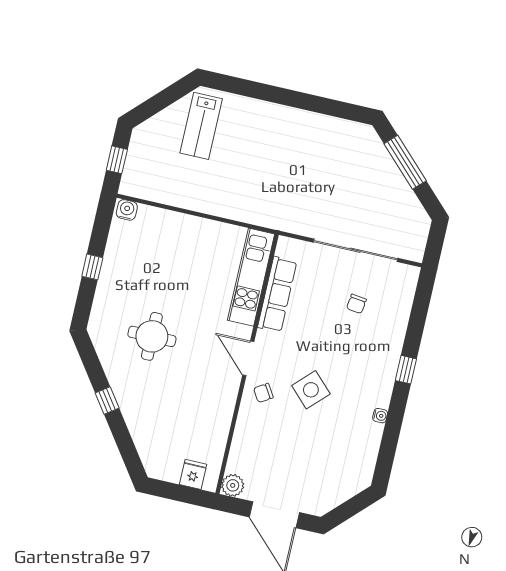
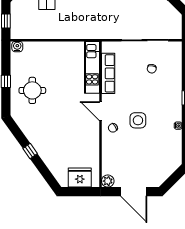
round table: (152, 336) -> (32, 90), moved
side table: (311, 390) -> (138, 120), turned 45
fridge: (193, 474) -> (80, 178), width x1.88, depth x1.34

